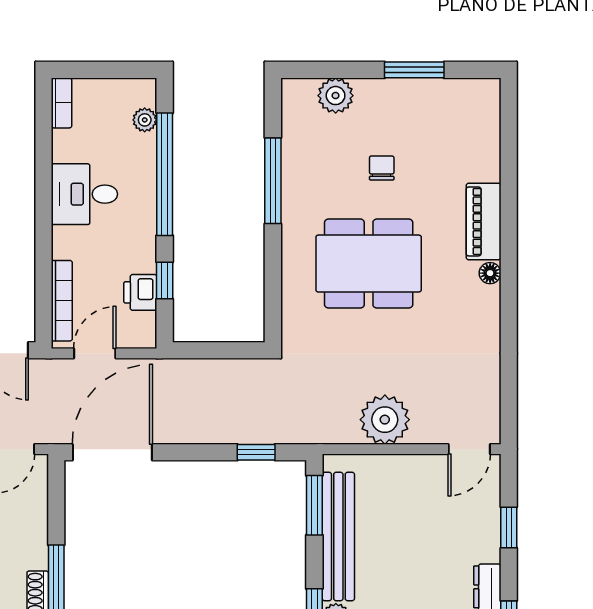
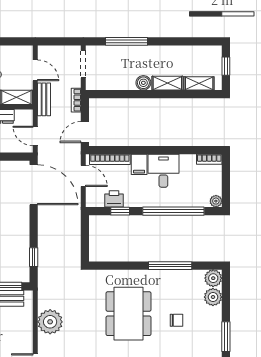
plant: (298, 95) -> (213, 278), added
plant: (145, 120) -> (216, 201), moved
filing cabinet: (72, 243) -> (139, 164), added

